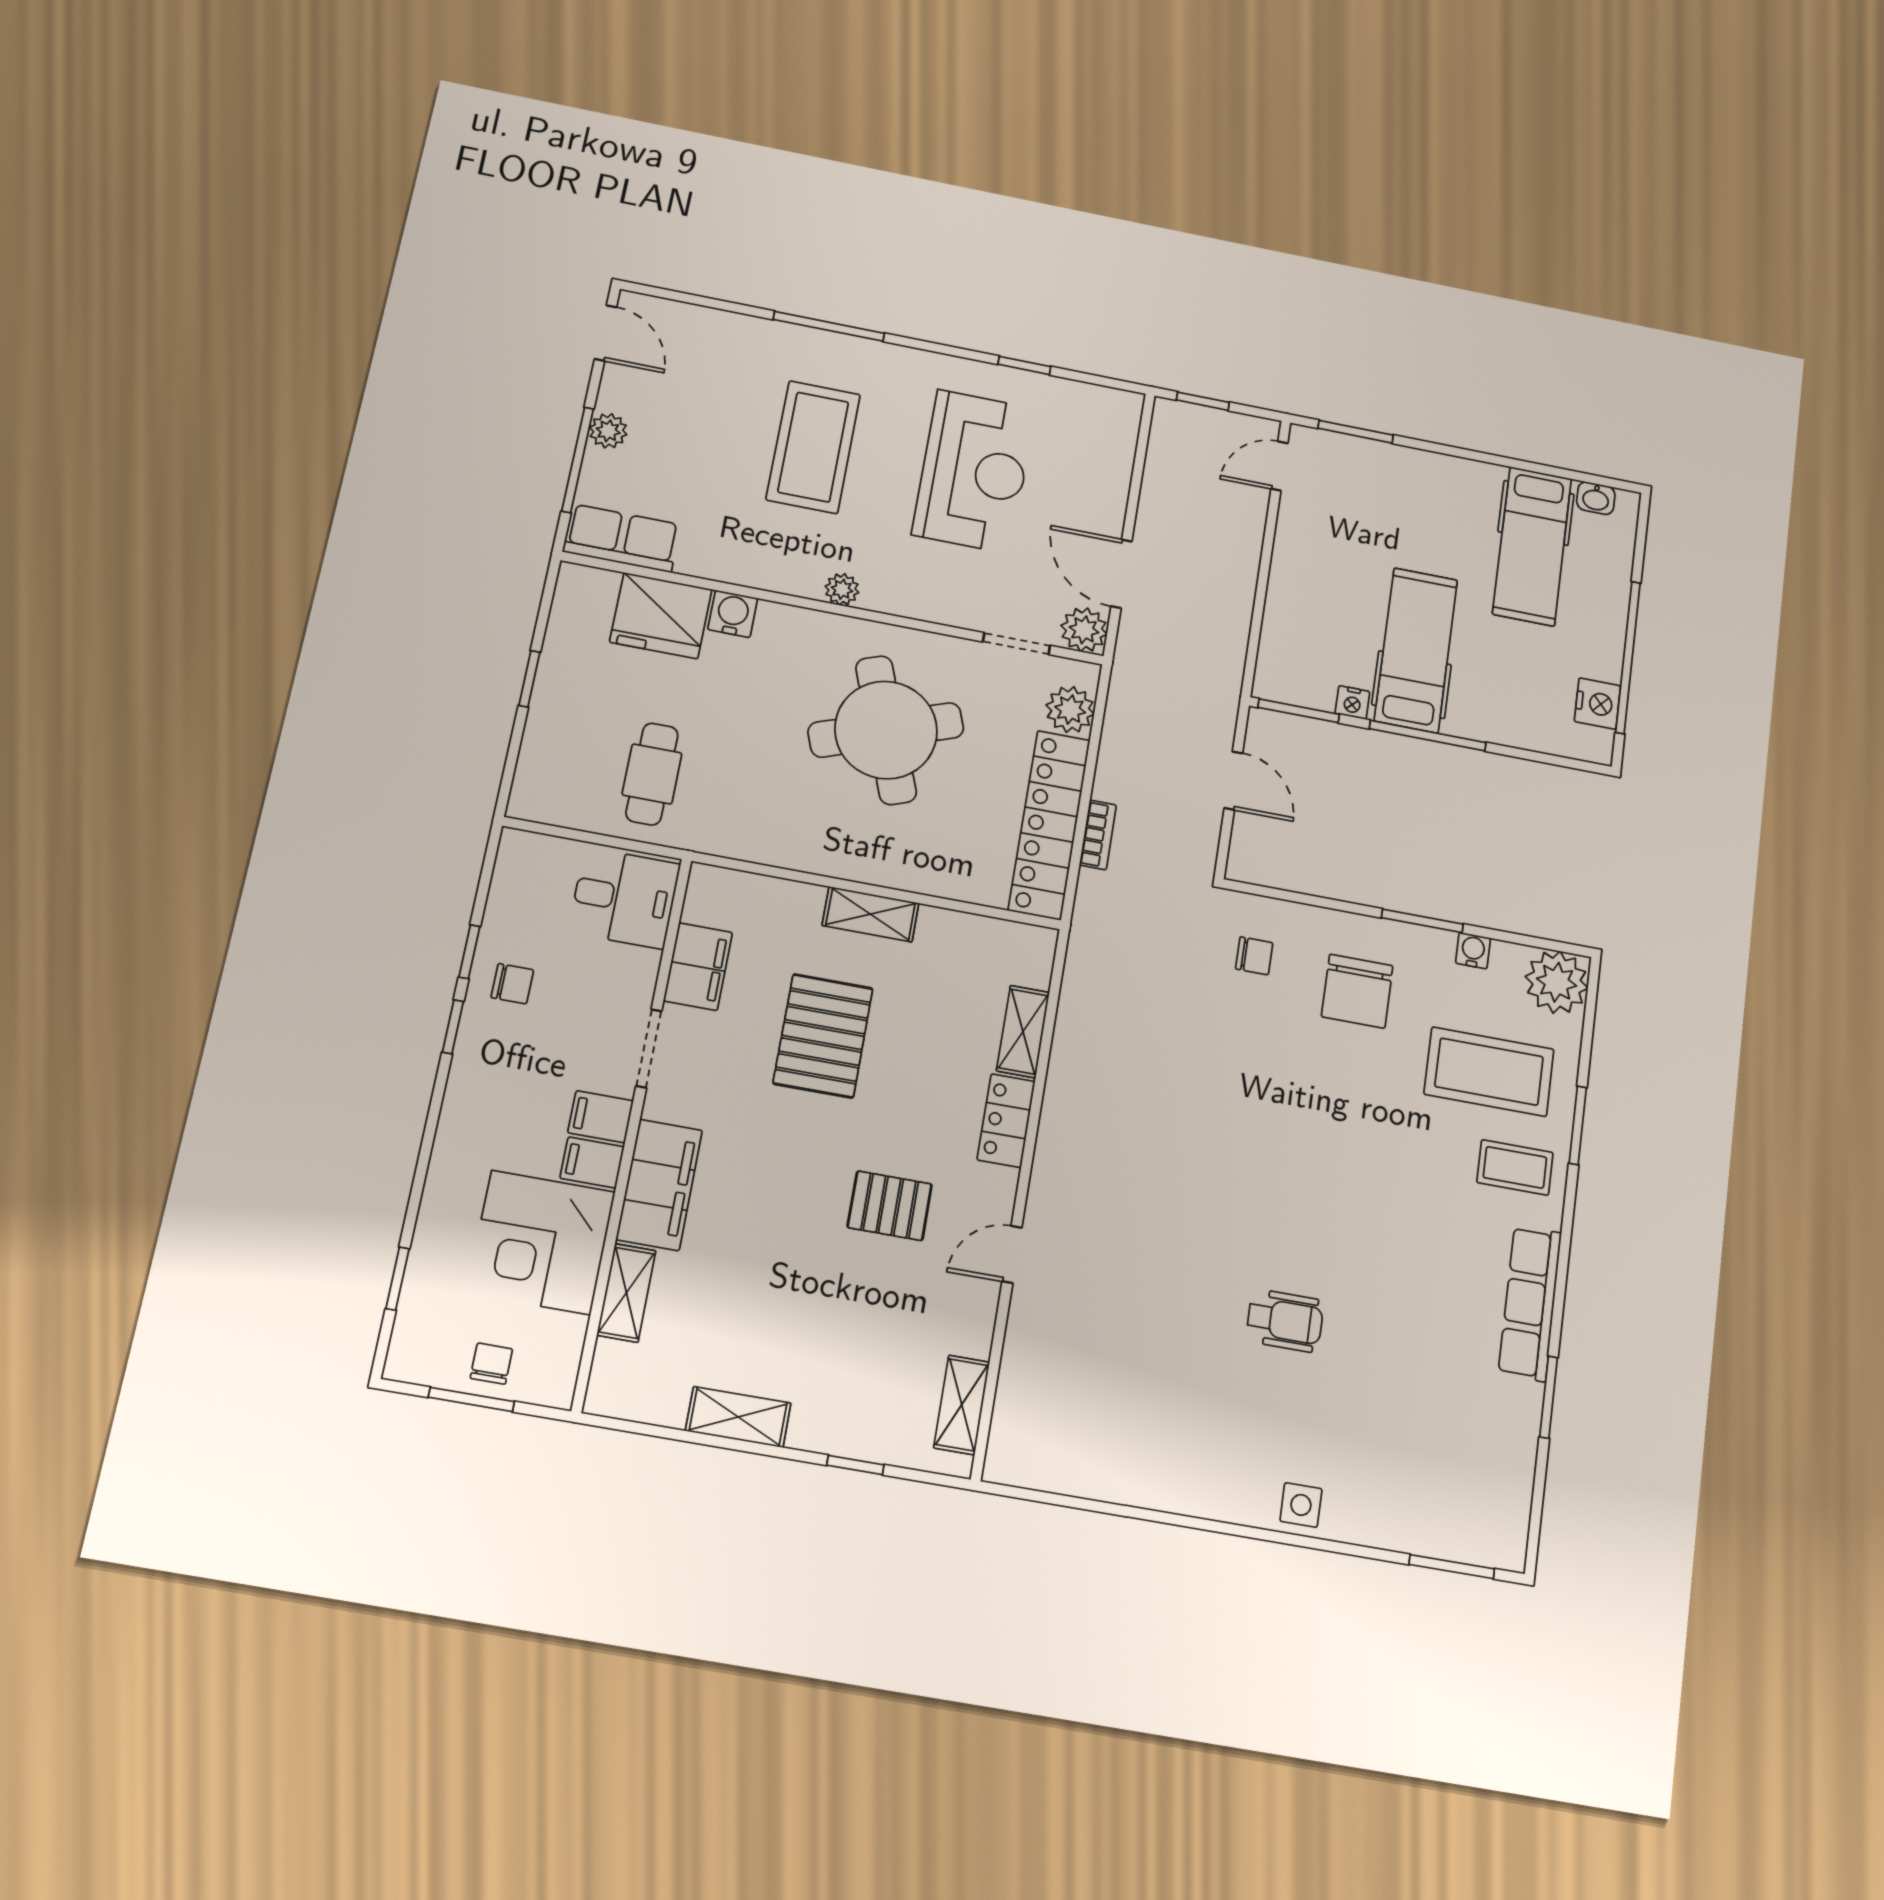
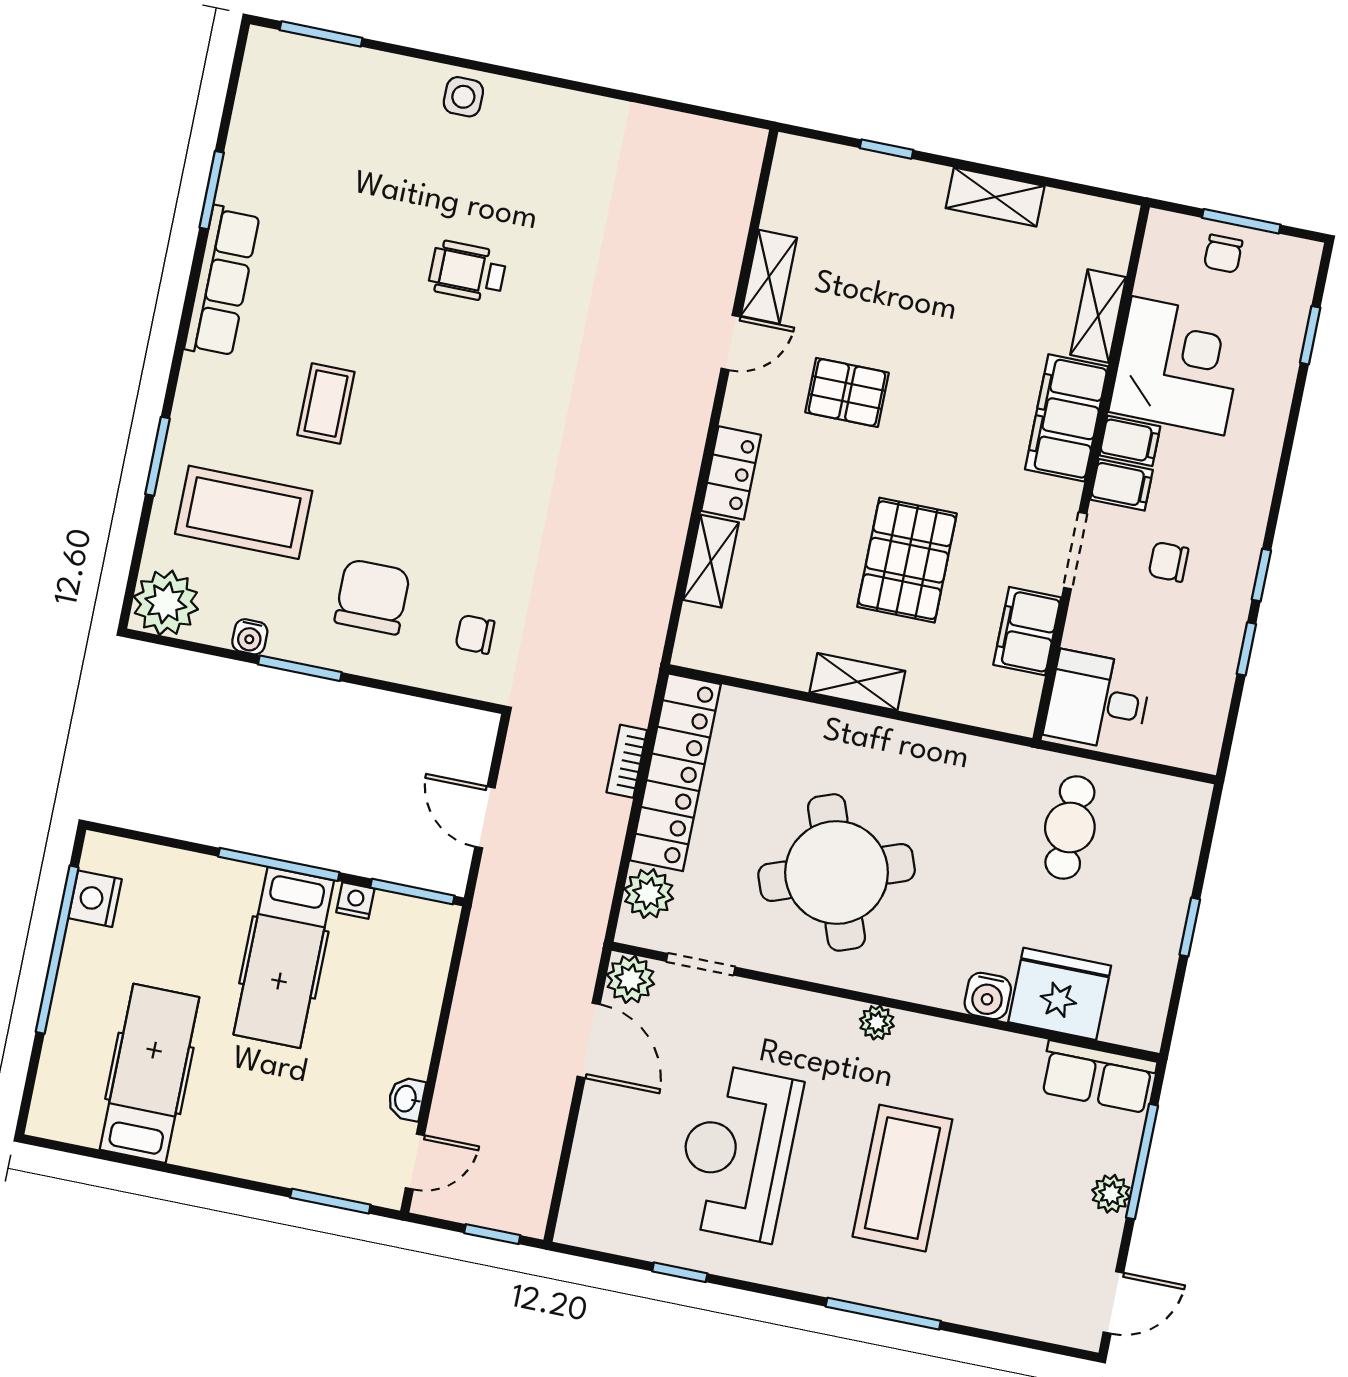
door: (605, 333) -> (1113, 1302), swing flipped
washbasin: (1596, 498) -> (406, 1099), moved, turned -90
chair: (512, 984) -> (1169, 562), moved
coffee table: (1515, 1167) -> (326, 403), moved, turned 90
shelving: (962, 1405) -> (769, 277), moved

